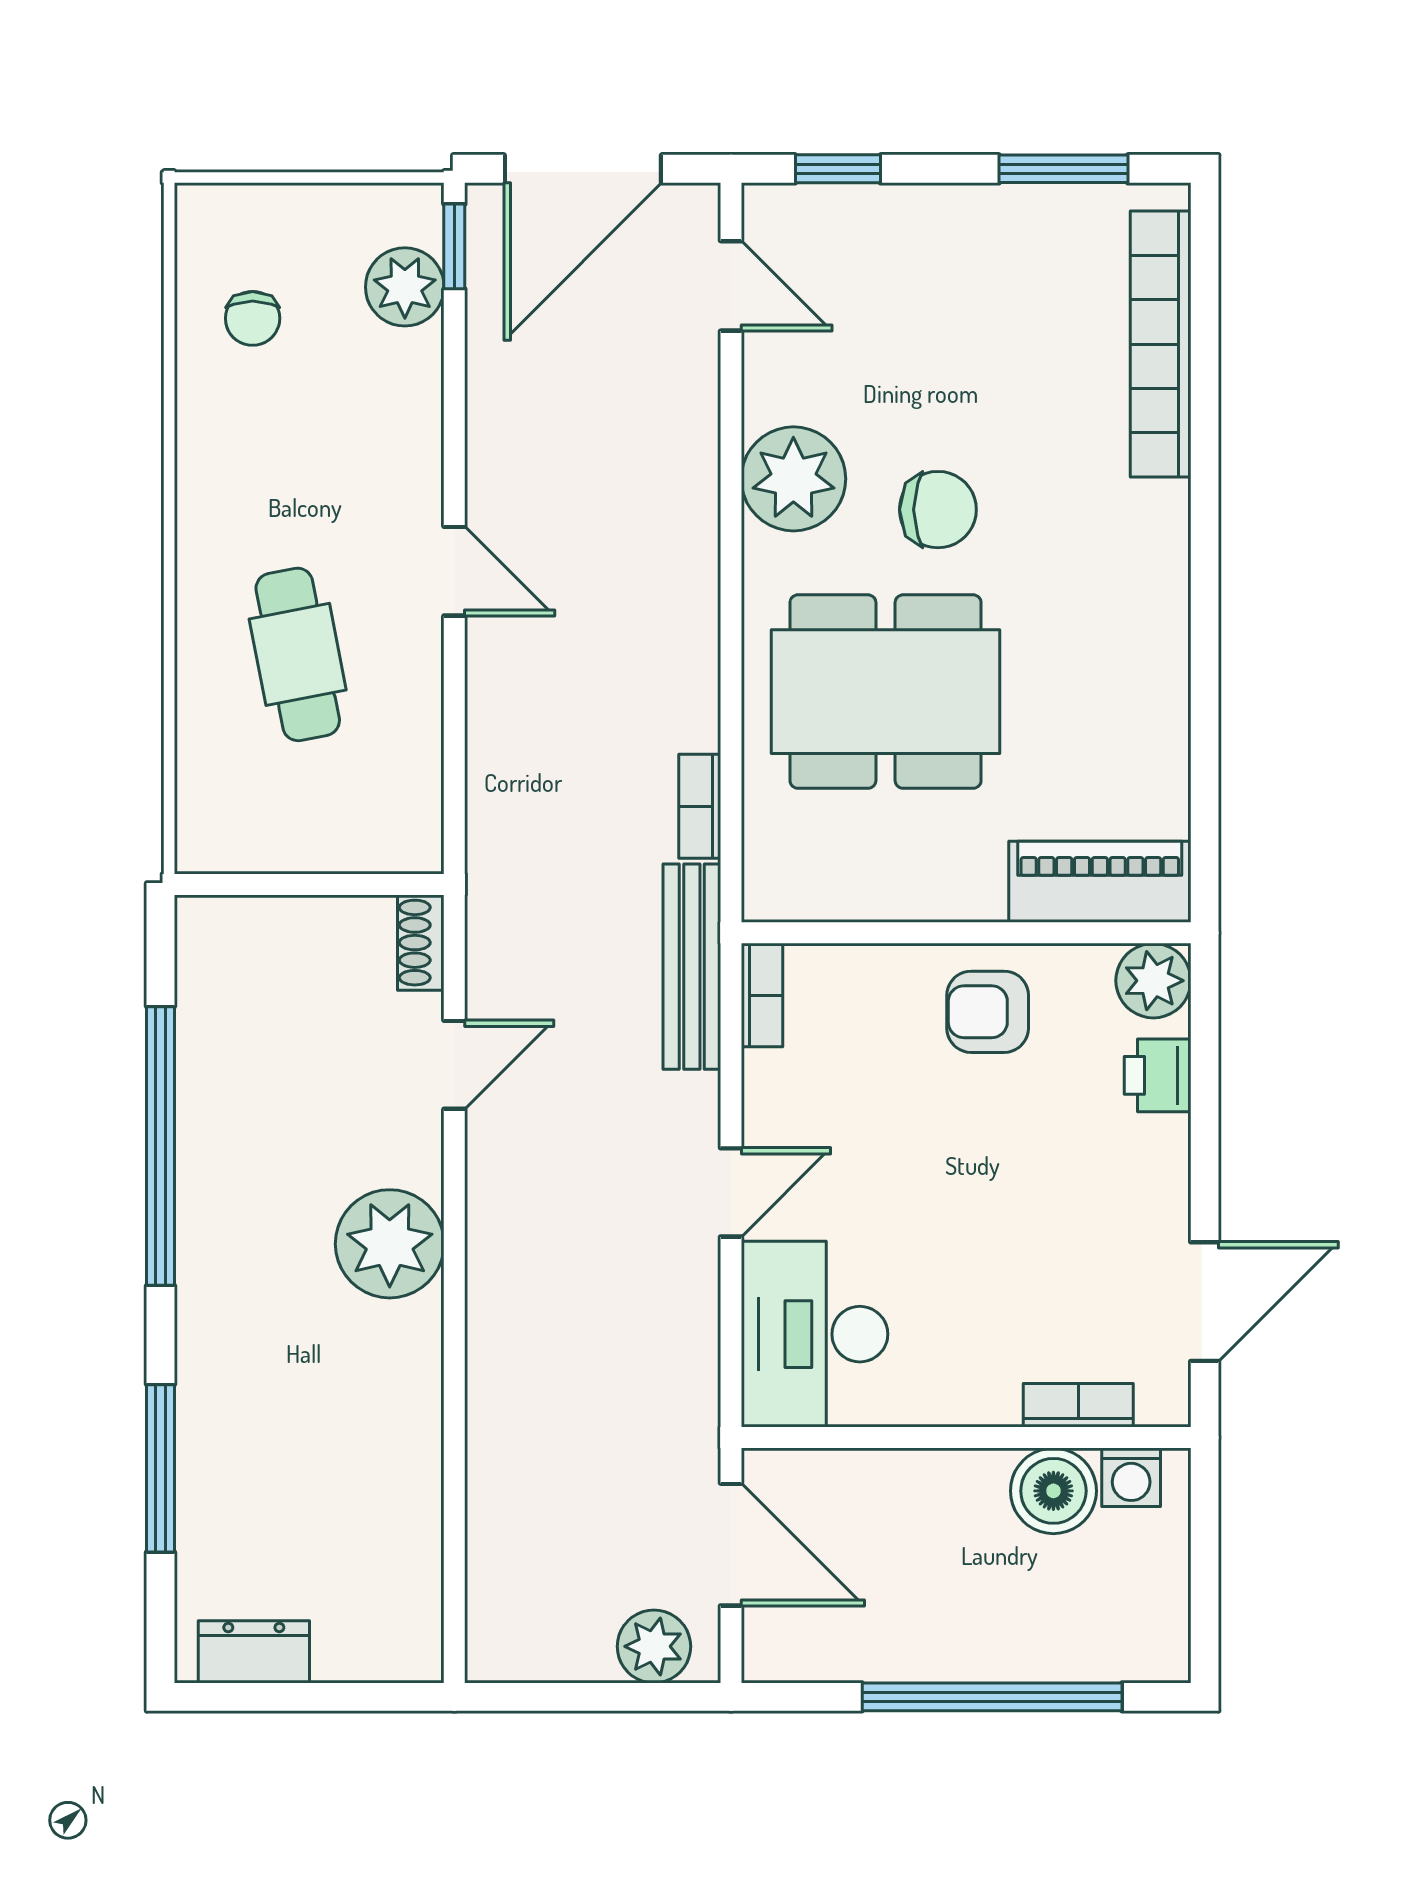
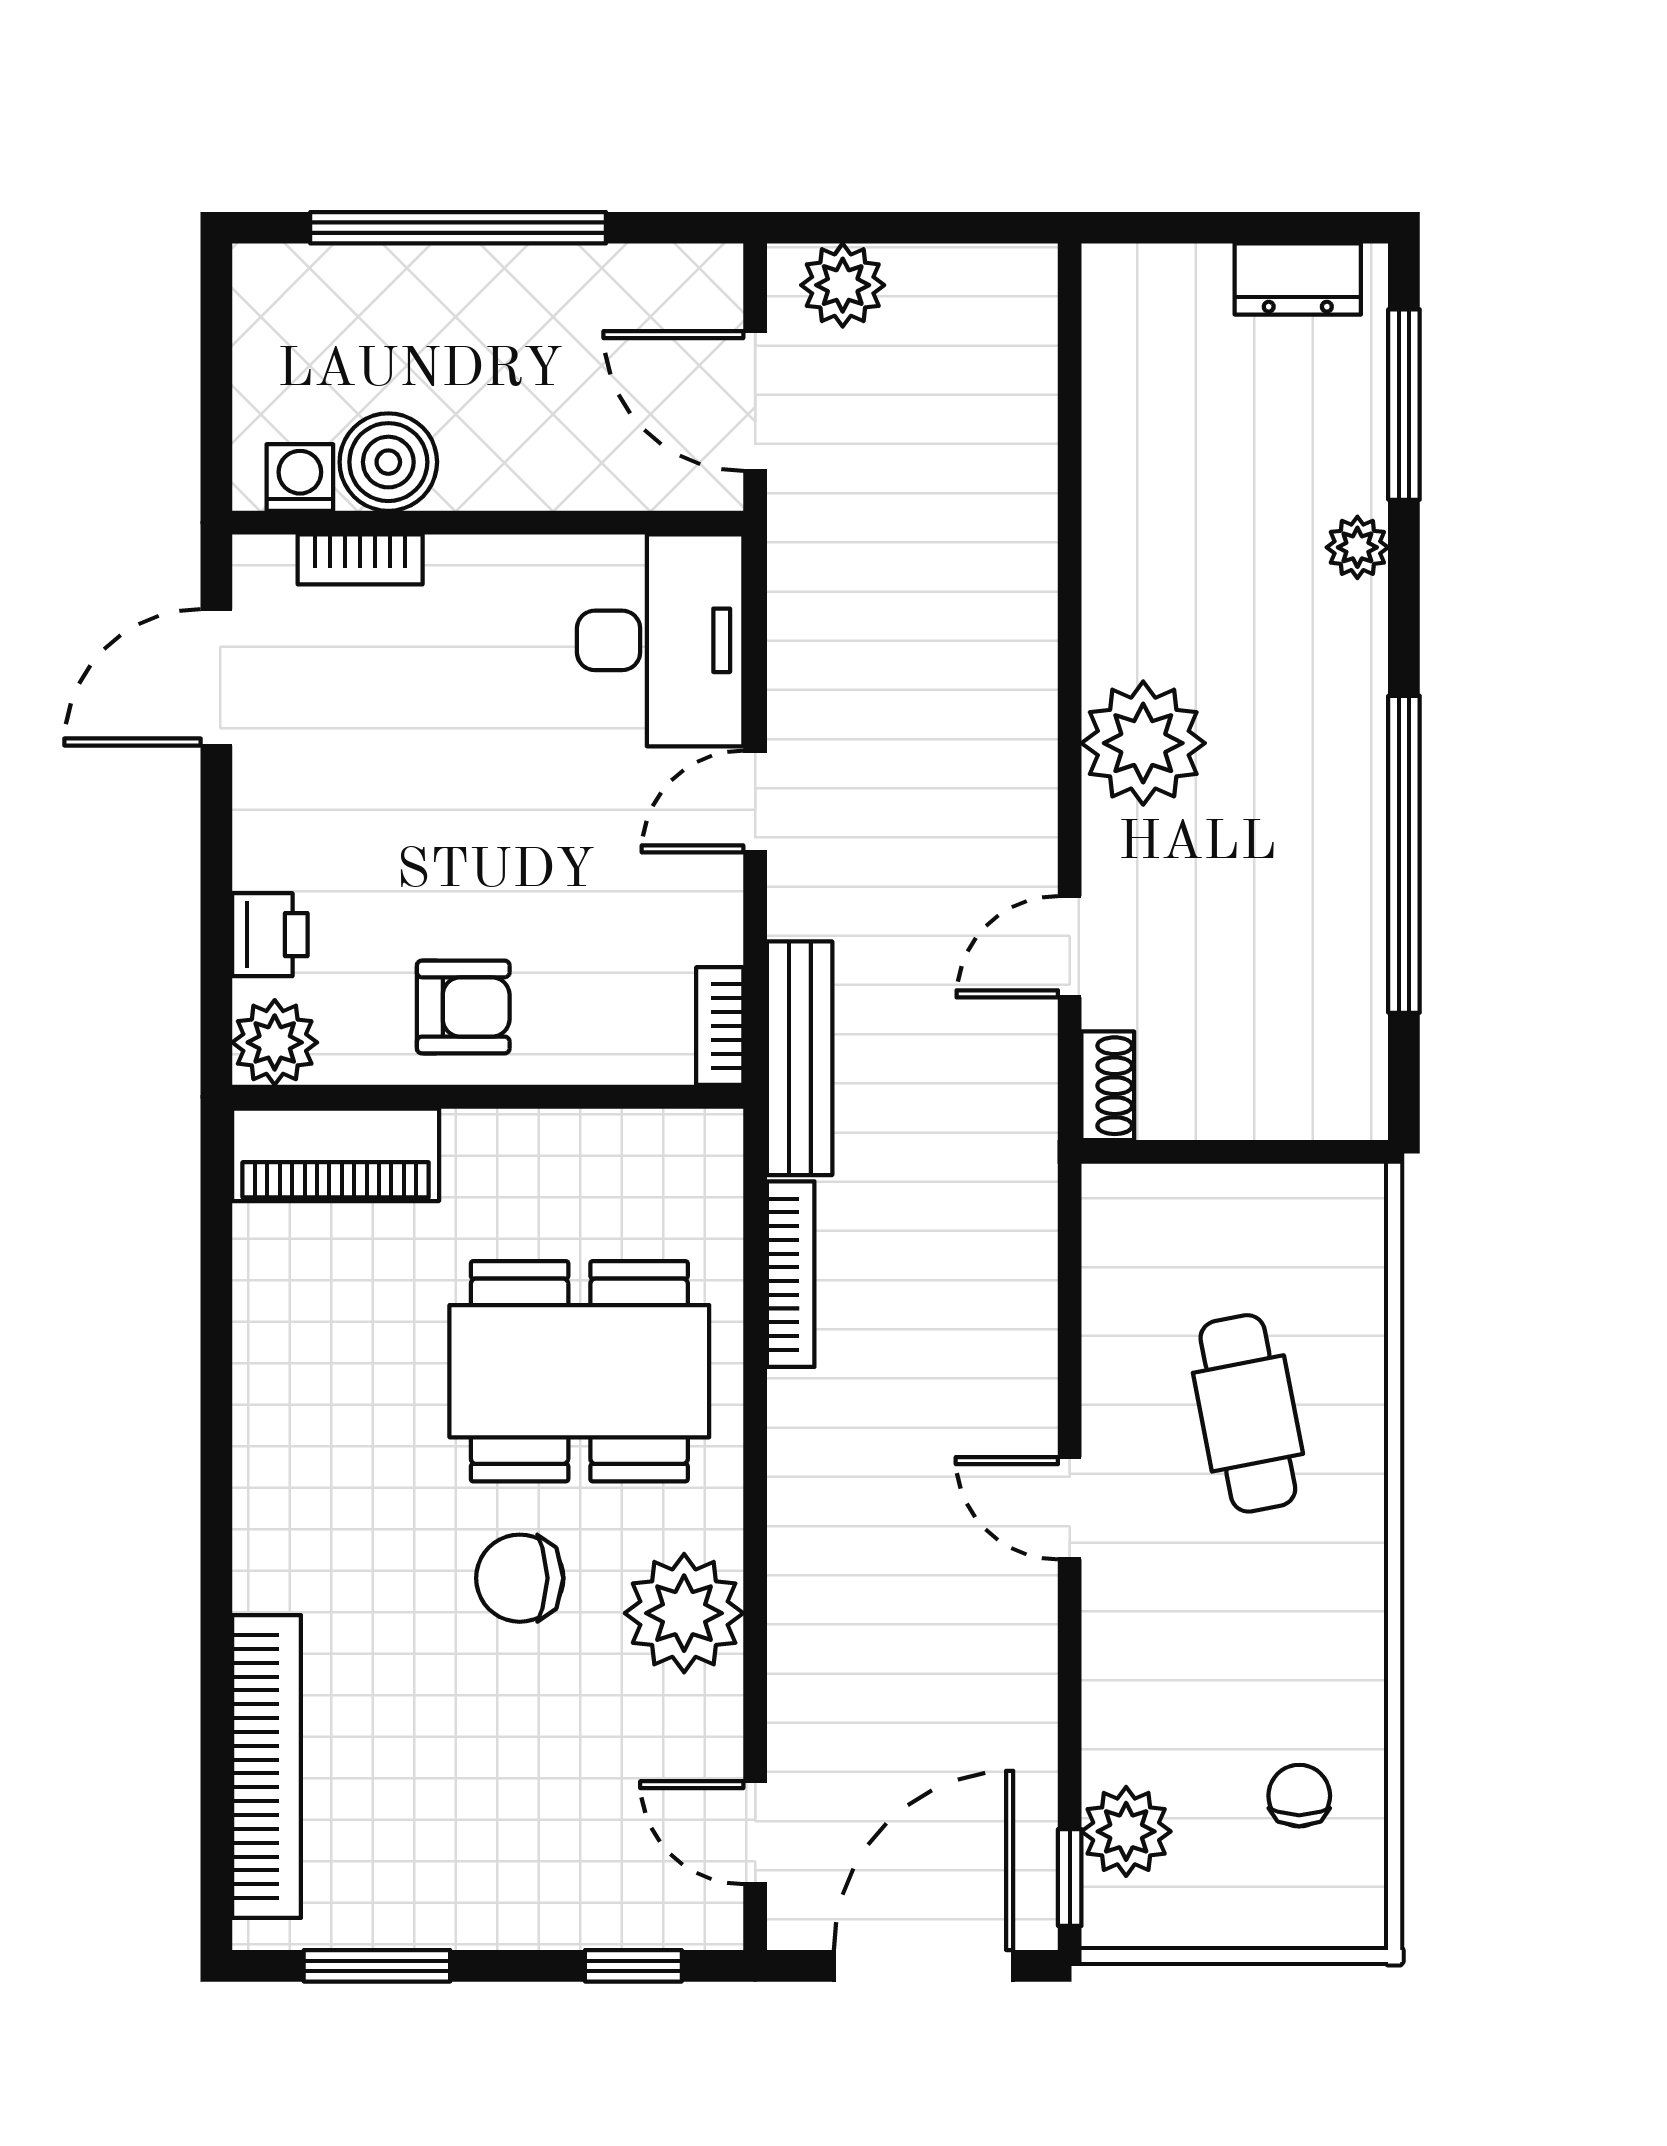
bookcase: (700, 806) -> (791, 1274), width x1.56
plant: (201, 1416) -> (1357, 547), added
window: (161, 1468) -> (1404, 405), moved

